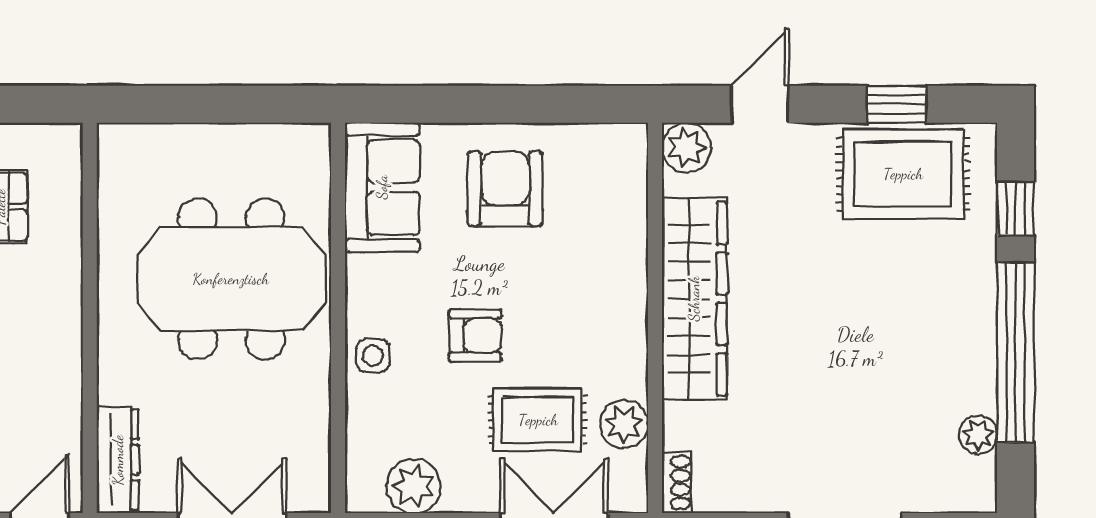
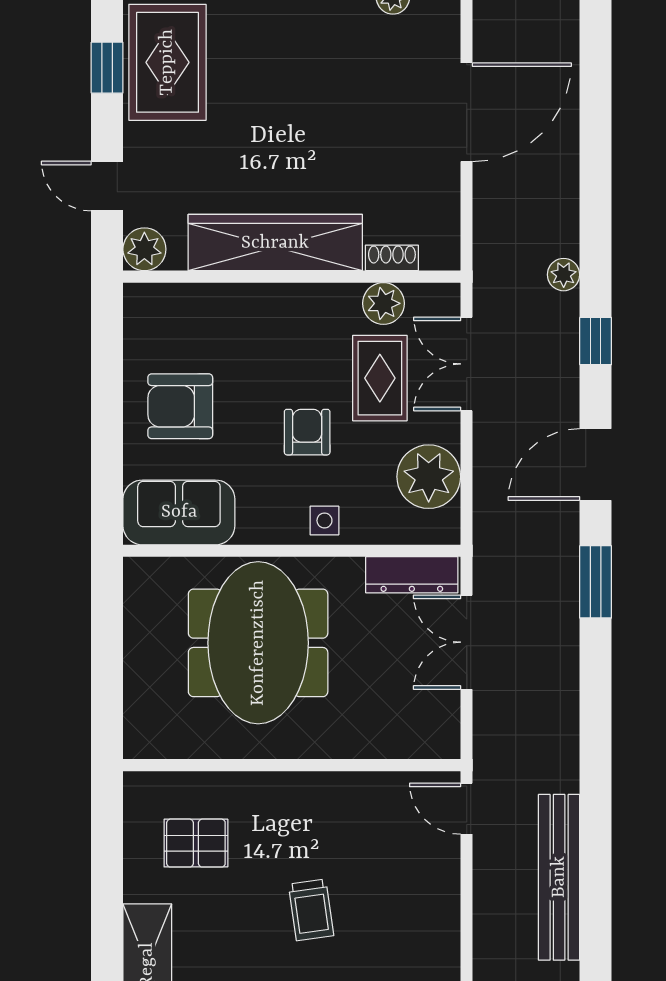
dresser: (118, 460) -> (412, 575), moved, turned 180
shoe rack: (677, 483) -> (392, 258), moved
plant: (414, 486) -> (429, 477), width x1.36, depth x1.36

